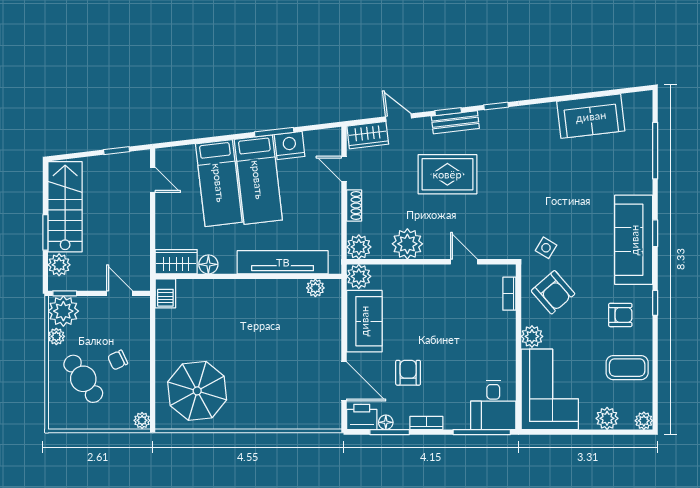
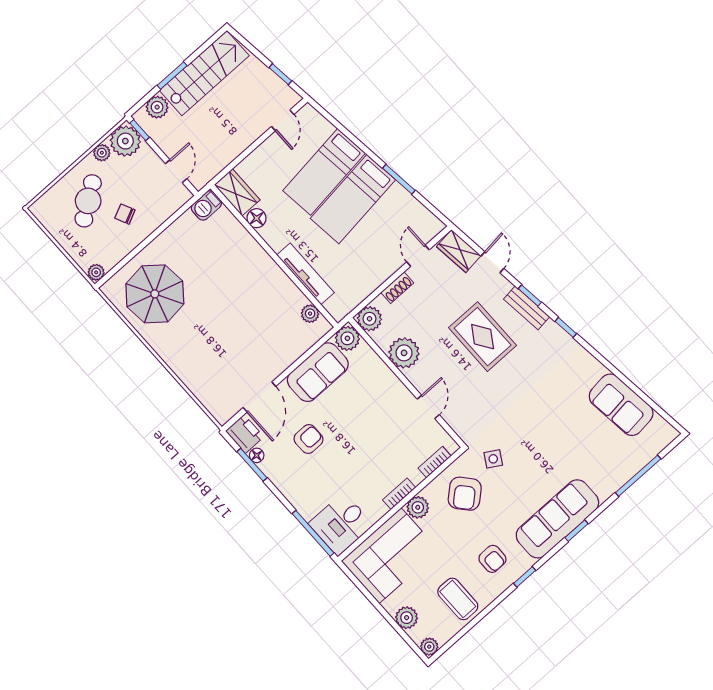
nightstand: (290, 146) -> (399, 200), removed
tv unit: (283, 262) -> (305, 274), width x0.73, depth x0.78
bookcase: (426, 423) -> (399, 494), moved, turned -90

